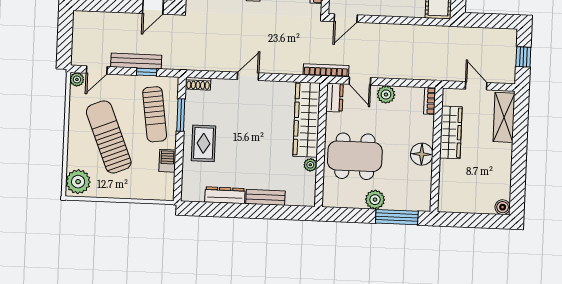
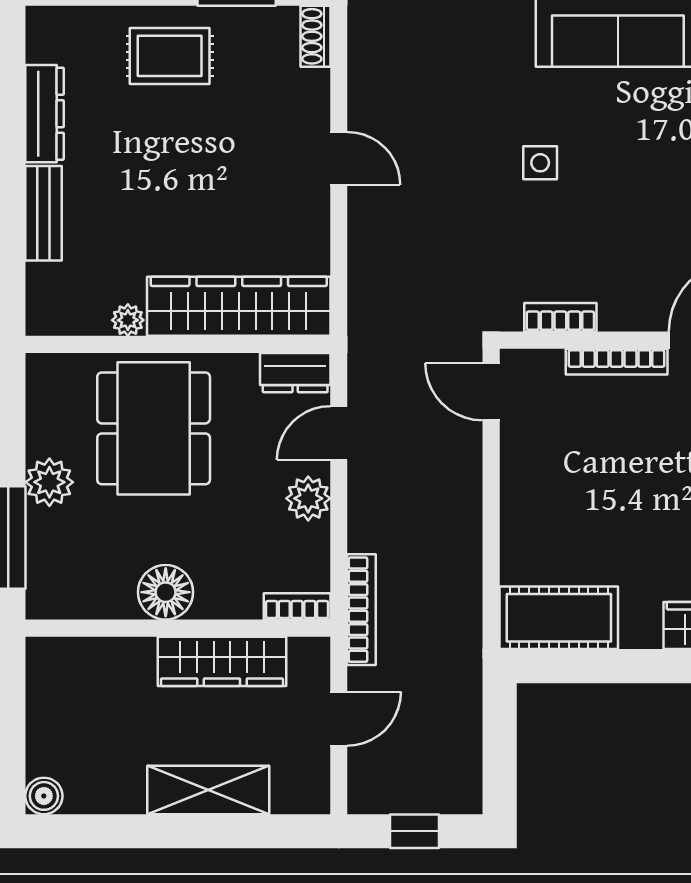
bookcase: (326, 70) -> (361, 610), moved
shelving: (504, 117) -> (208, 790), moved

